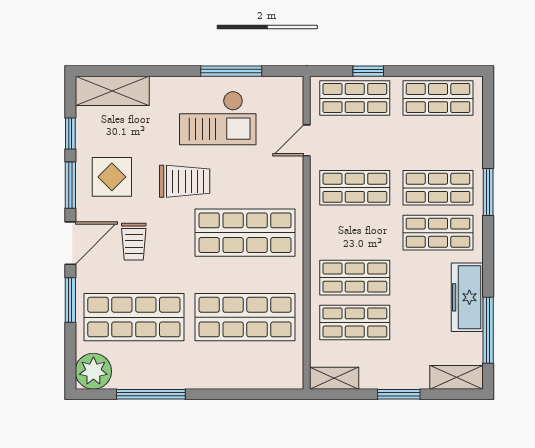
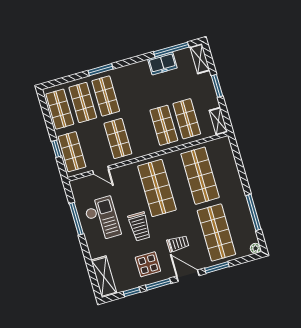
trolley: (185, 181) -> (139, 226), turned 180
shop shelf: (438, 233) -> (83, 103), moved
freezer: (467, 297) -> (162, 64), width x0.71
plant: (93, 371) -> (256, 248), width x0.53, depth x0.53

